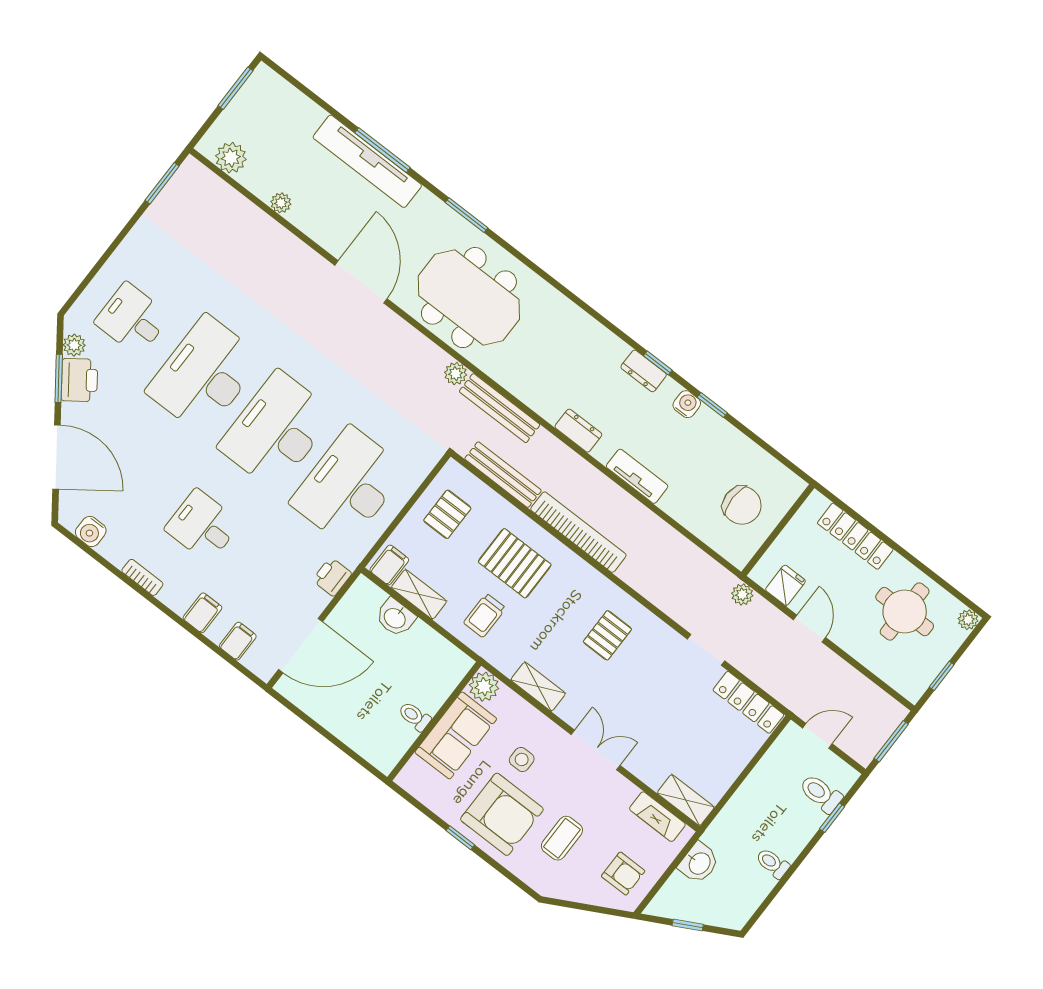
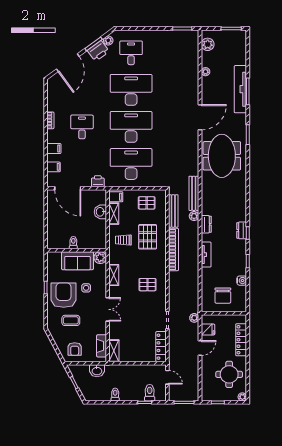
plant: (456, 374) -> (194, 216), moved
water cooler: (687, 404) -> (242, 281), moved
water cooler: (91, 531) -> (52, 92), removed
armchair: (502, 814) -> (64, 295), turned 180

